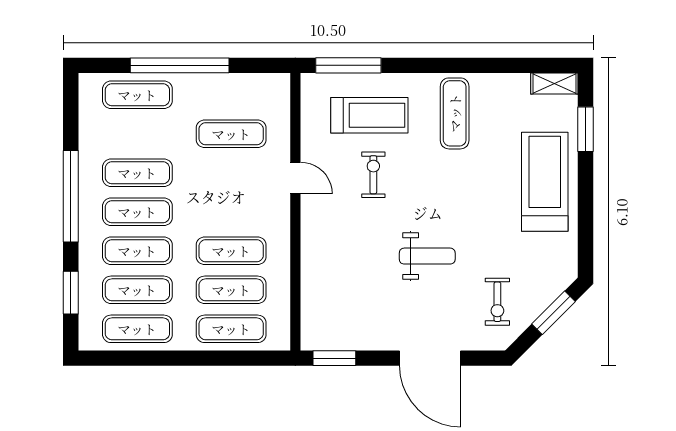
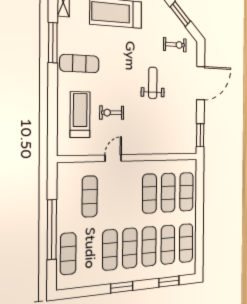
window: (348, 65) -> (53, 43), moved
window: (71, 196) -> (122, 287), width x0.47

